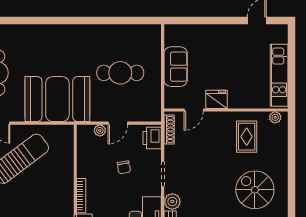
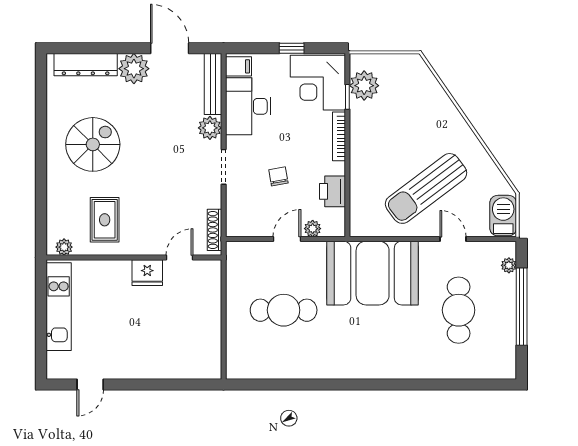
sofa: (176, 67) -> (205, 319), removed
printer: (152, 138) -> (333, 191), moved, turned 180
spiral stairs: (255, 190) -> (93, 144), turned -90

